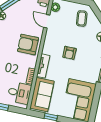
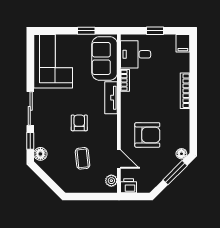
coffee table: (82, 18) -> (83, 158), moved
armchair: (28, 44) -> (147, 135), moved

